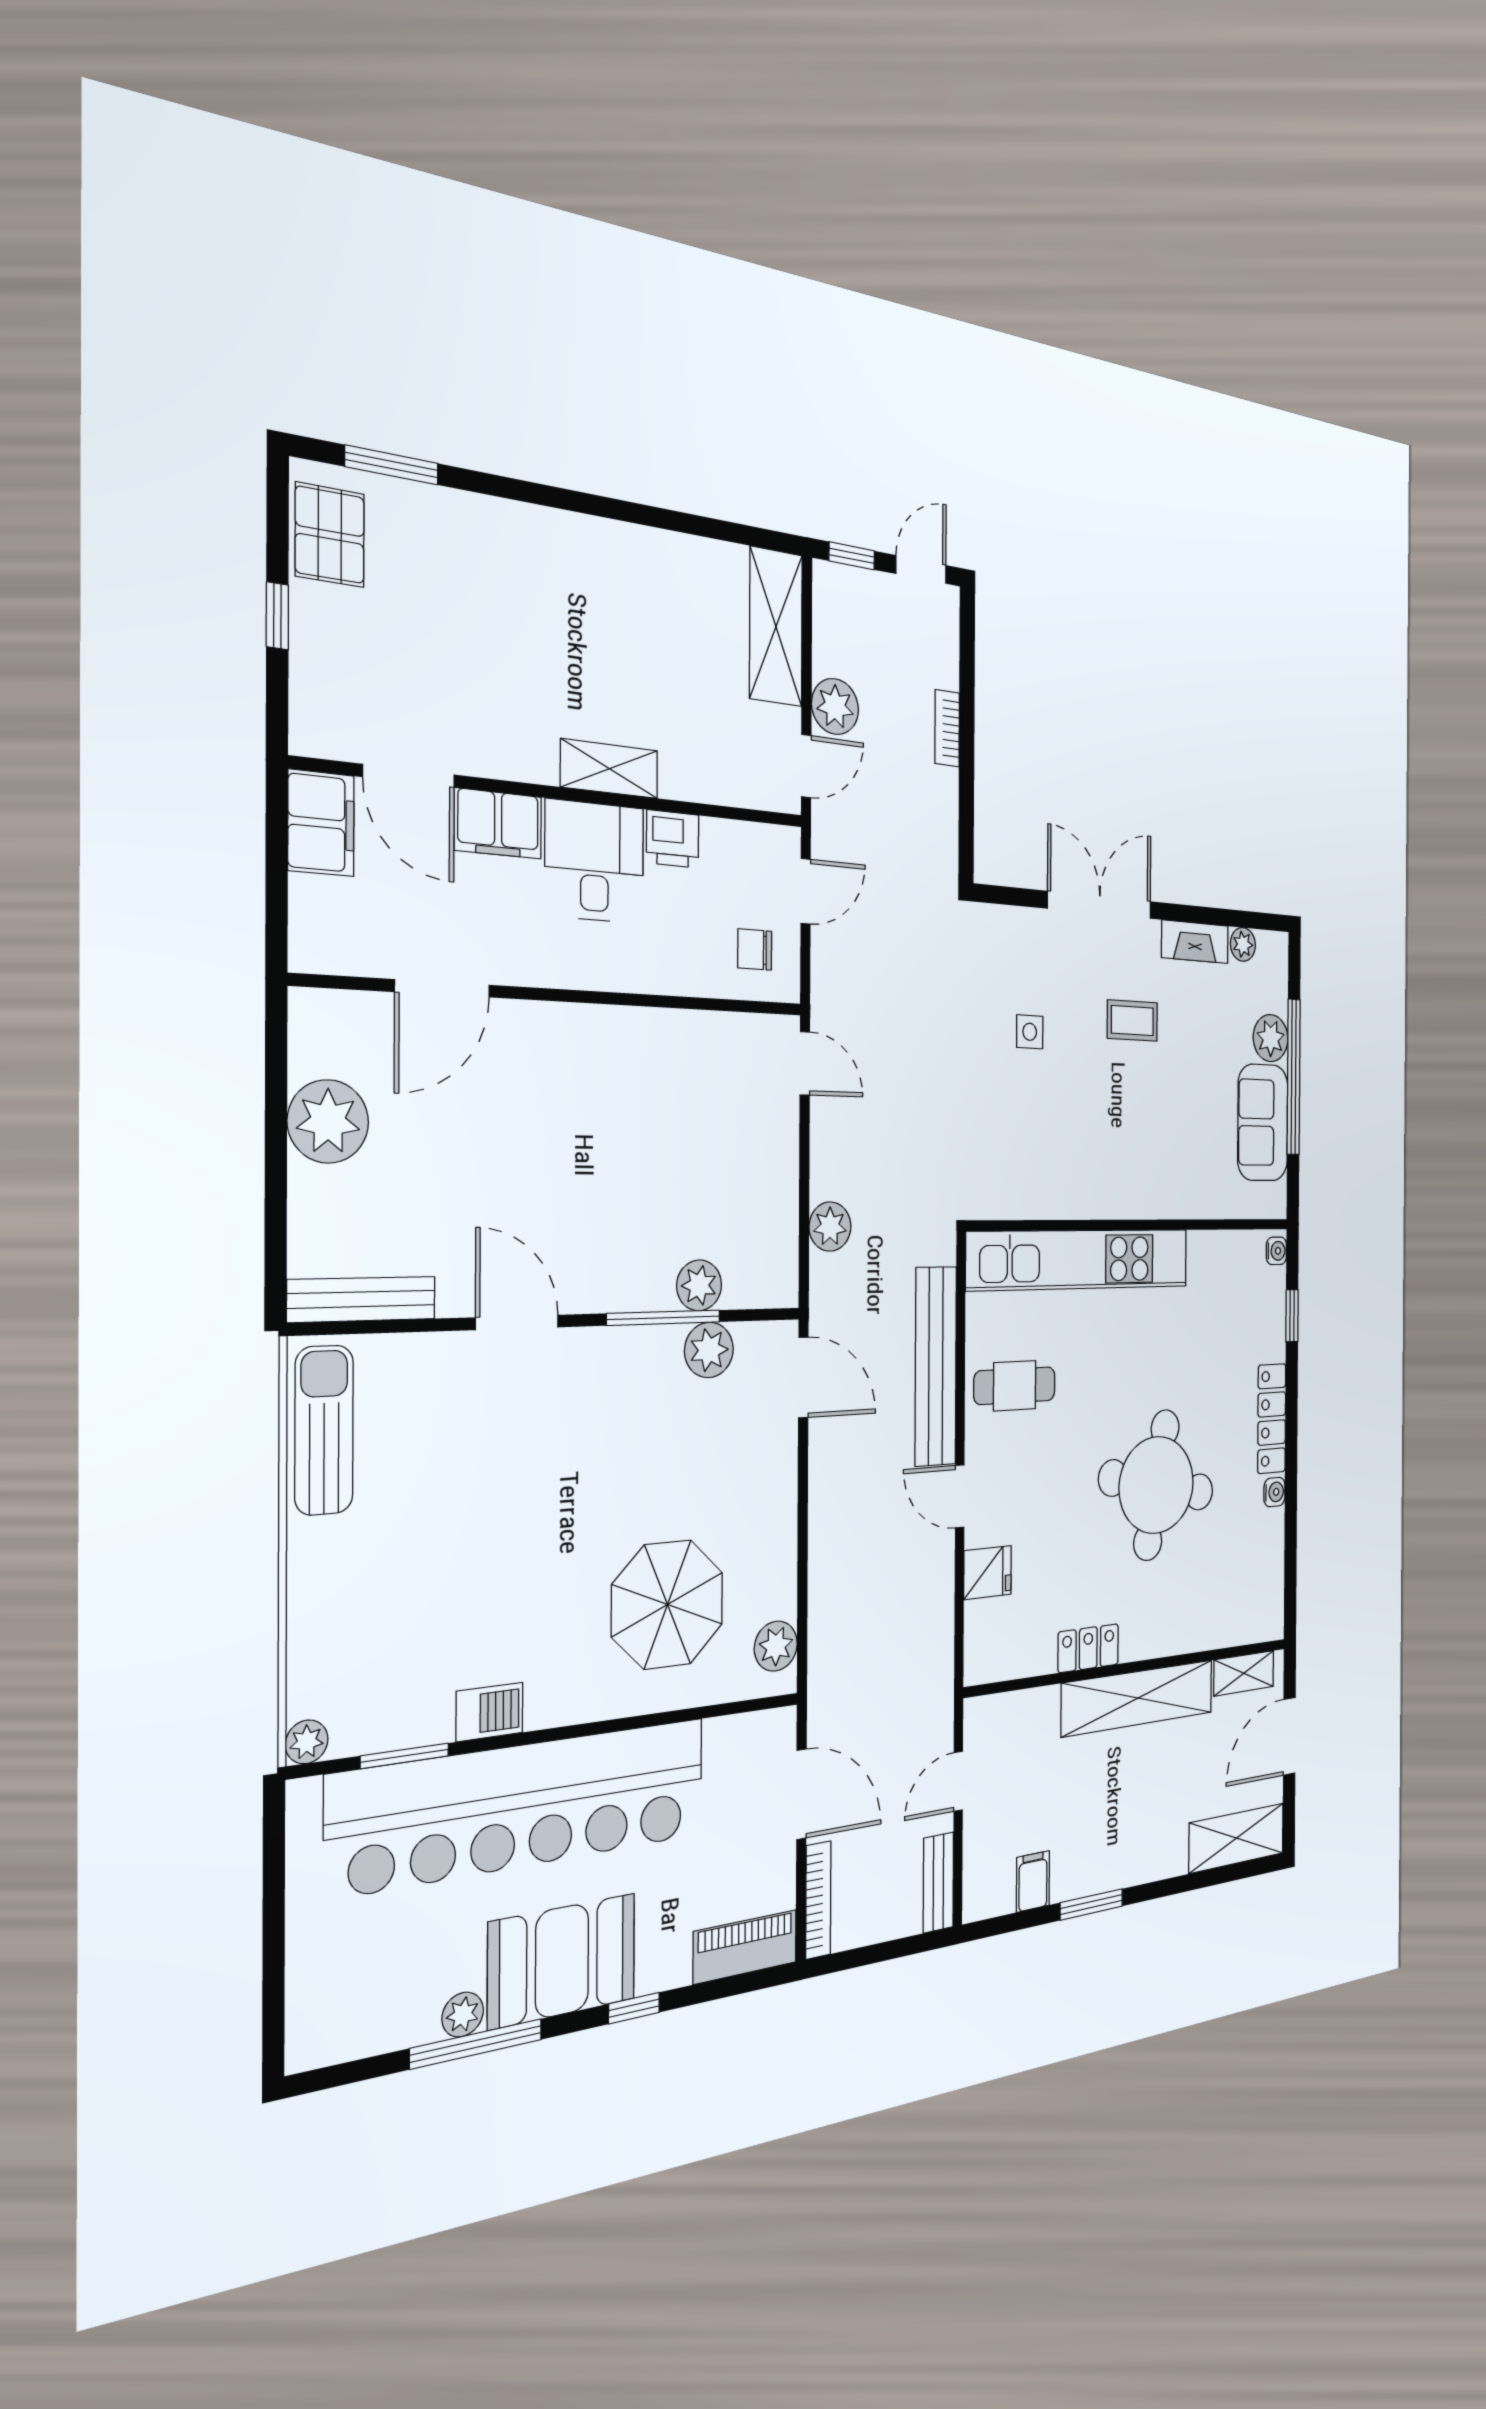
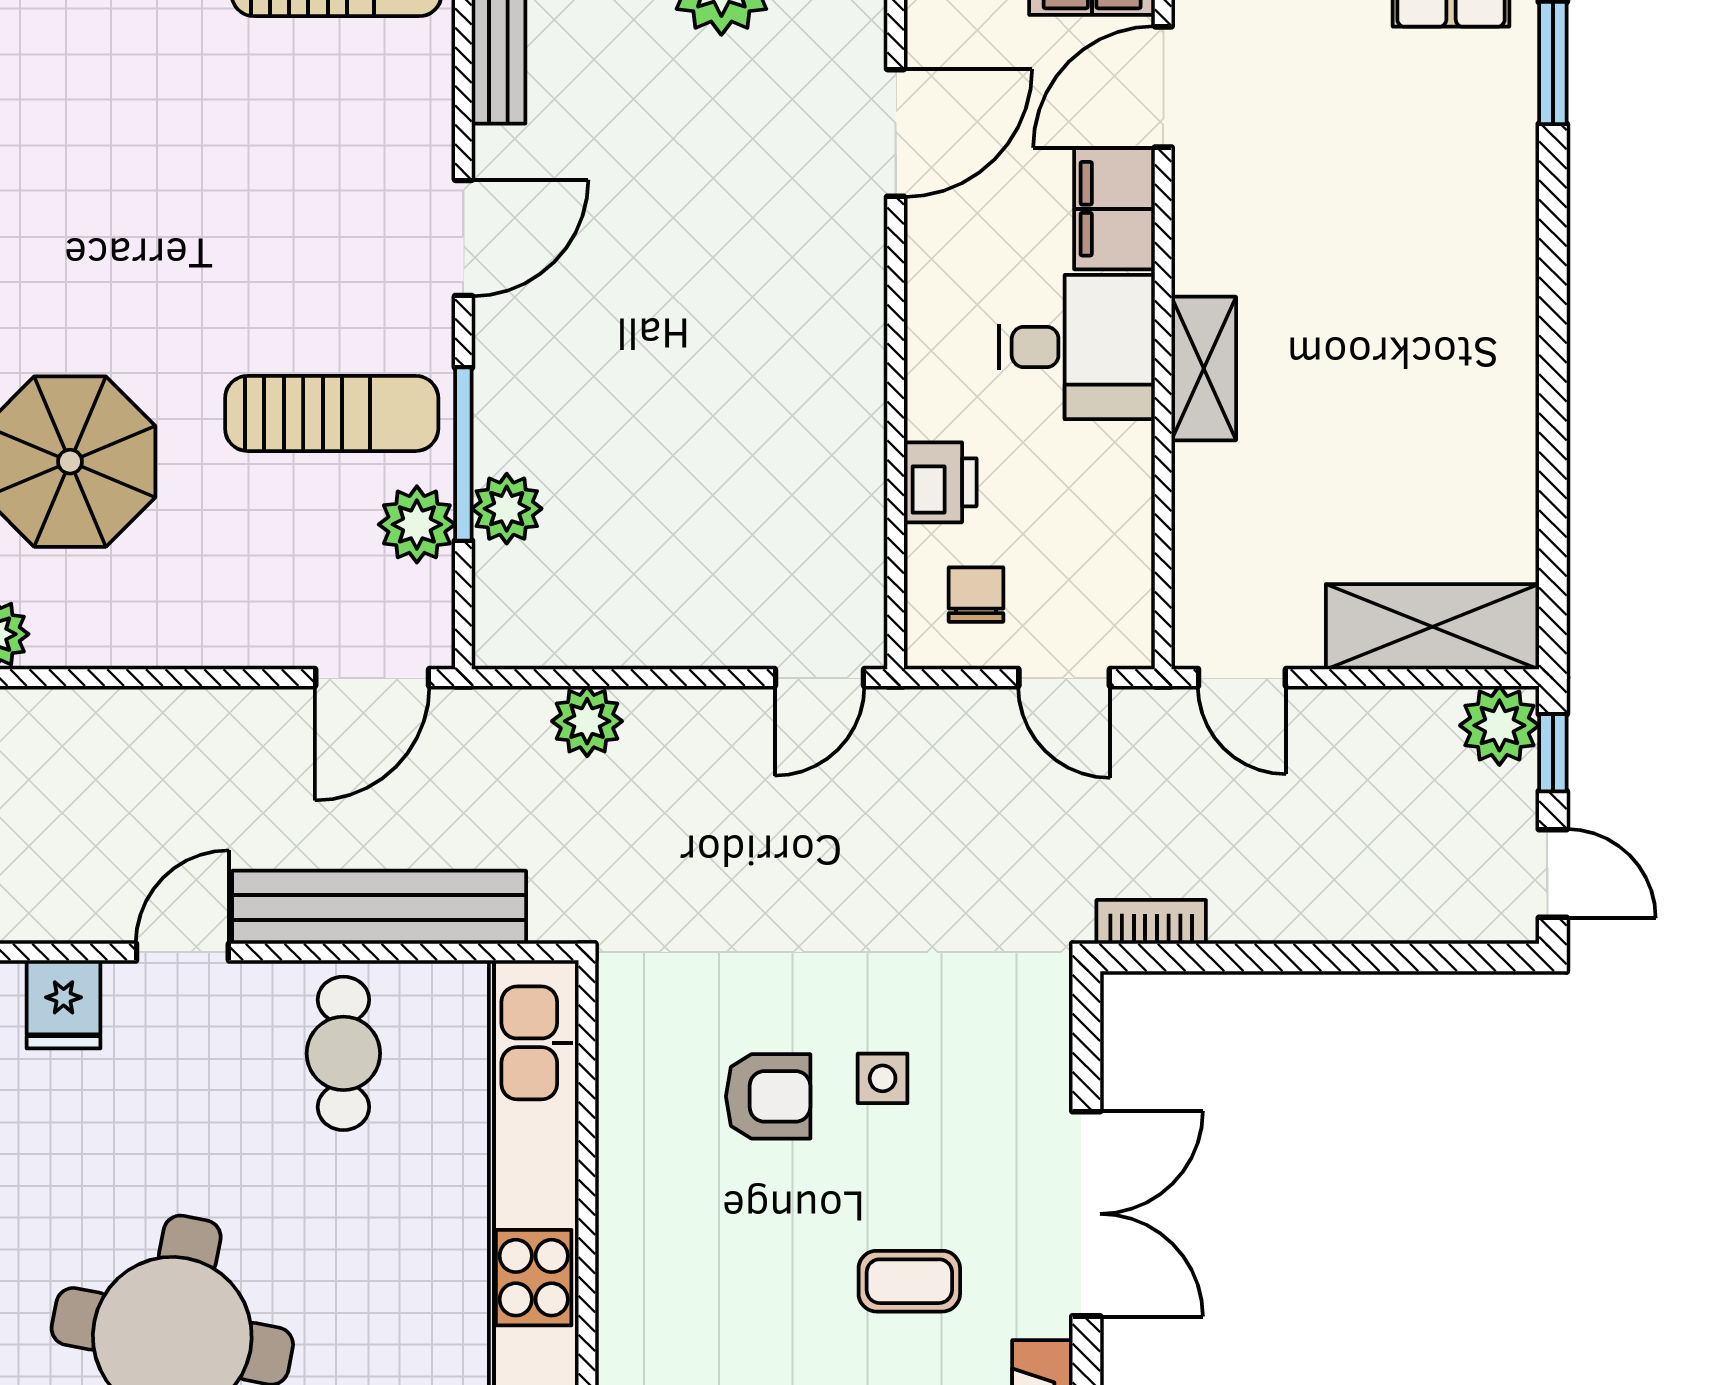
plant: (835, 706) -> (1499, 725), moved
bookcase: (947, 728) -> (1151, 922), moved
printer: (673, 839) -> (940, 482), moved, turned 180
door: (442, 988) -> (896, 133), swing flipped
coffee table: (1132, 1021) -> (909, 1281), turned 90
armchair: (1039, 1107) -> (768, 1096), added
sun lounger: (637, 1416) -> (332, 413), added

